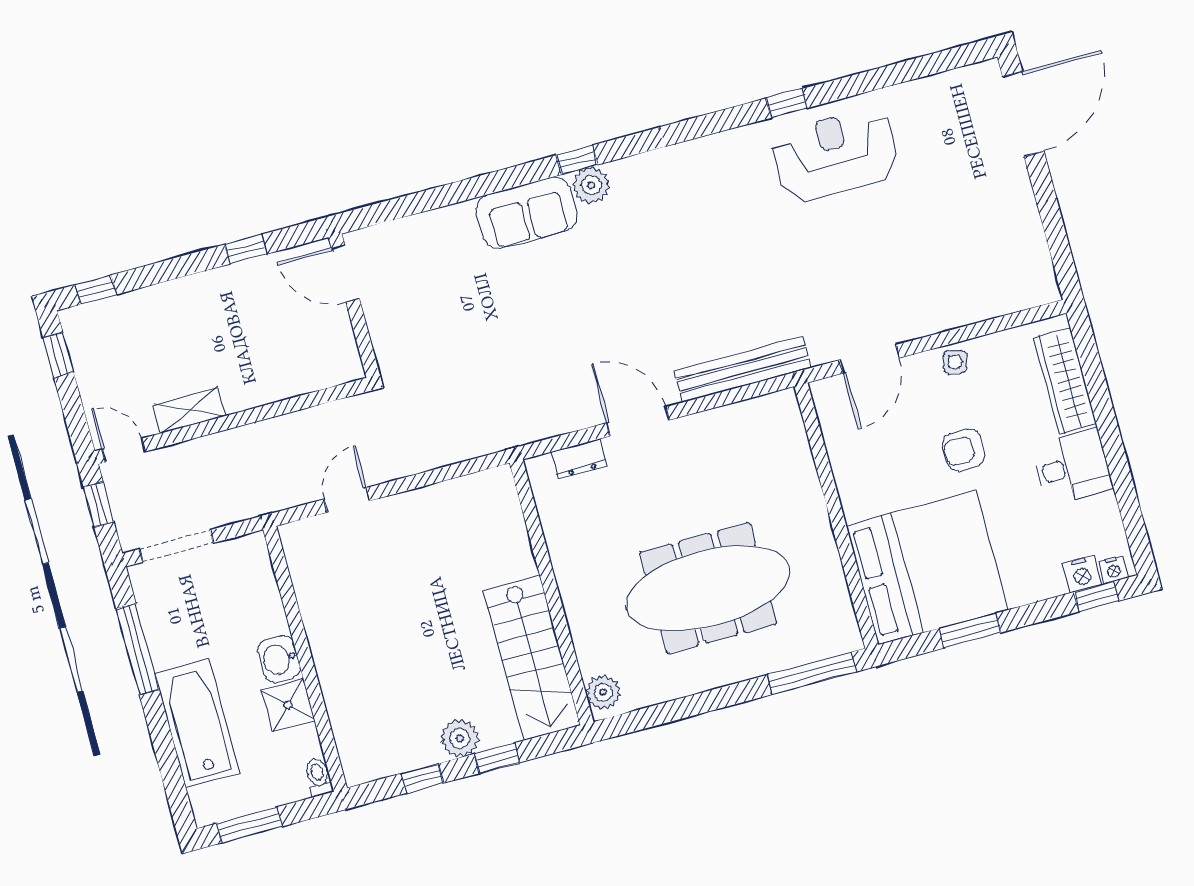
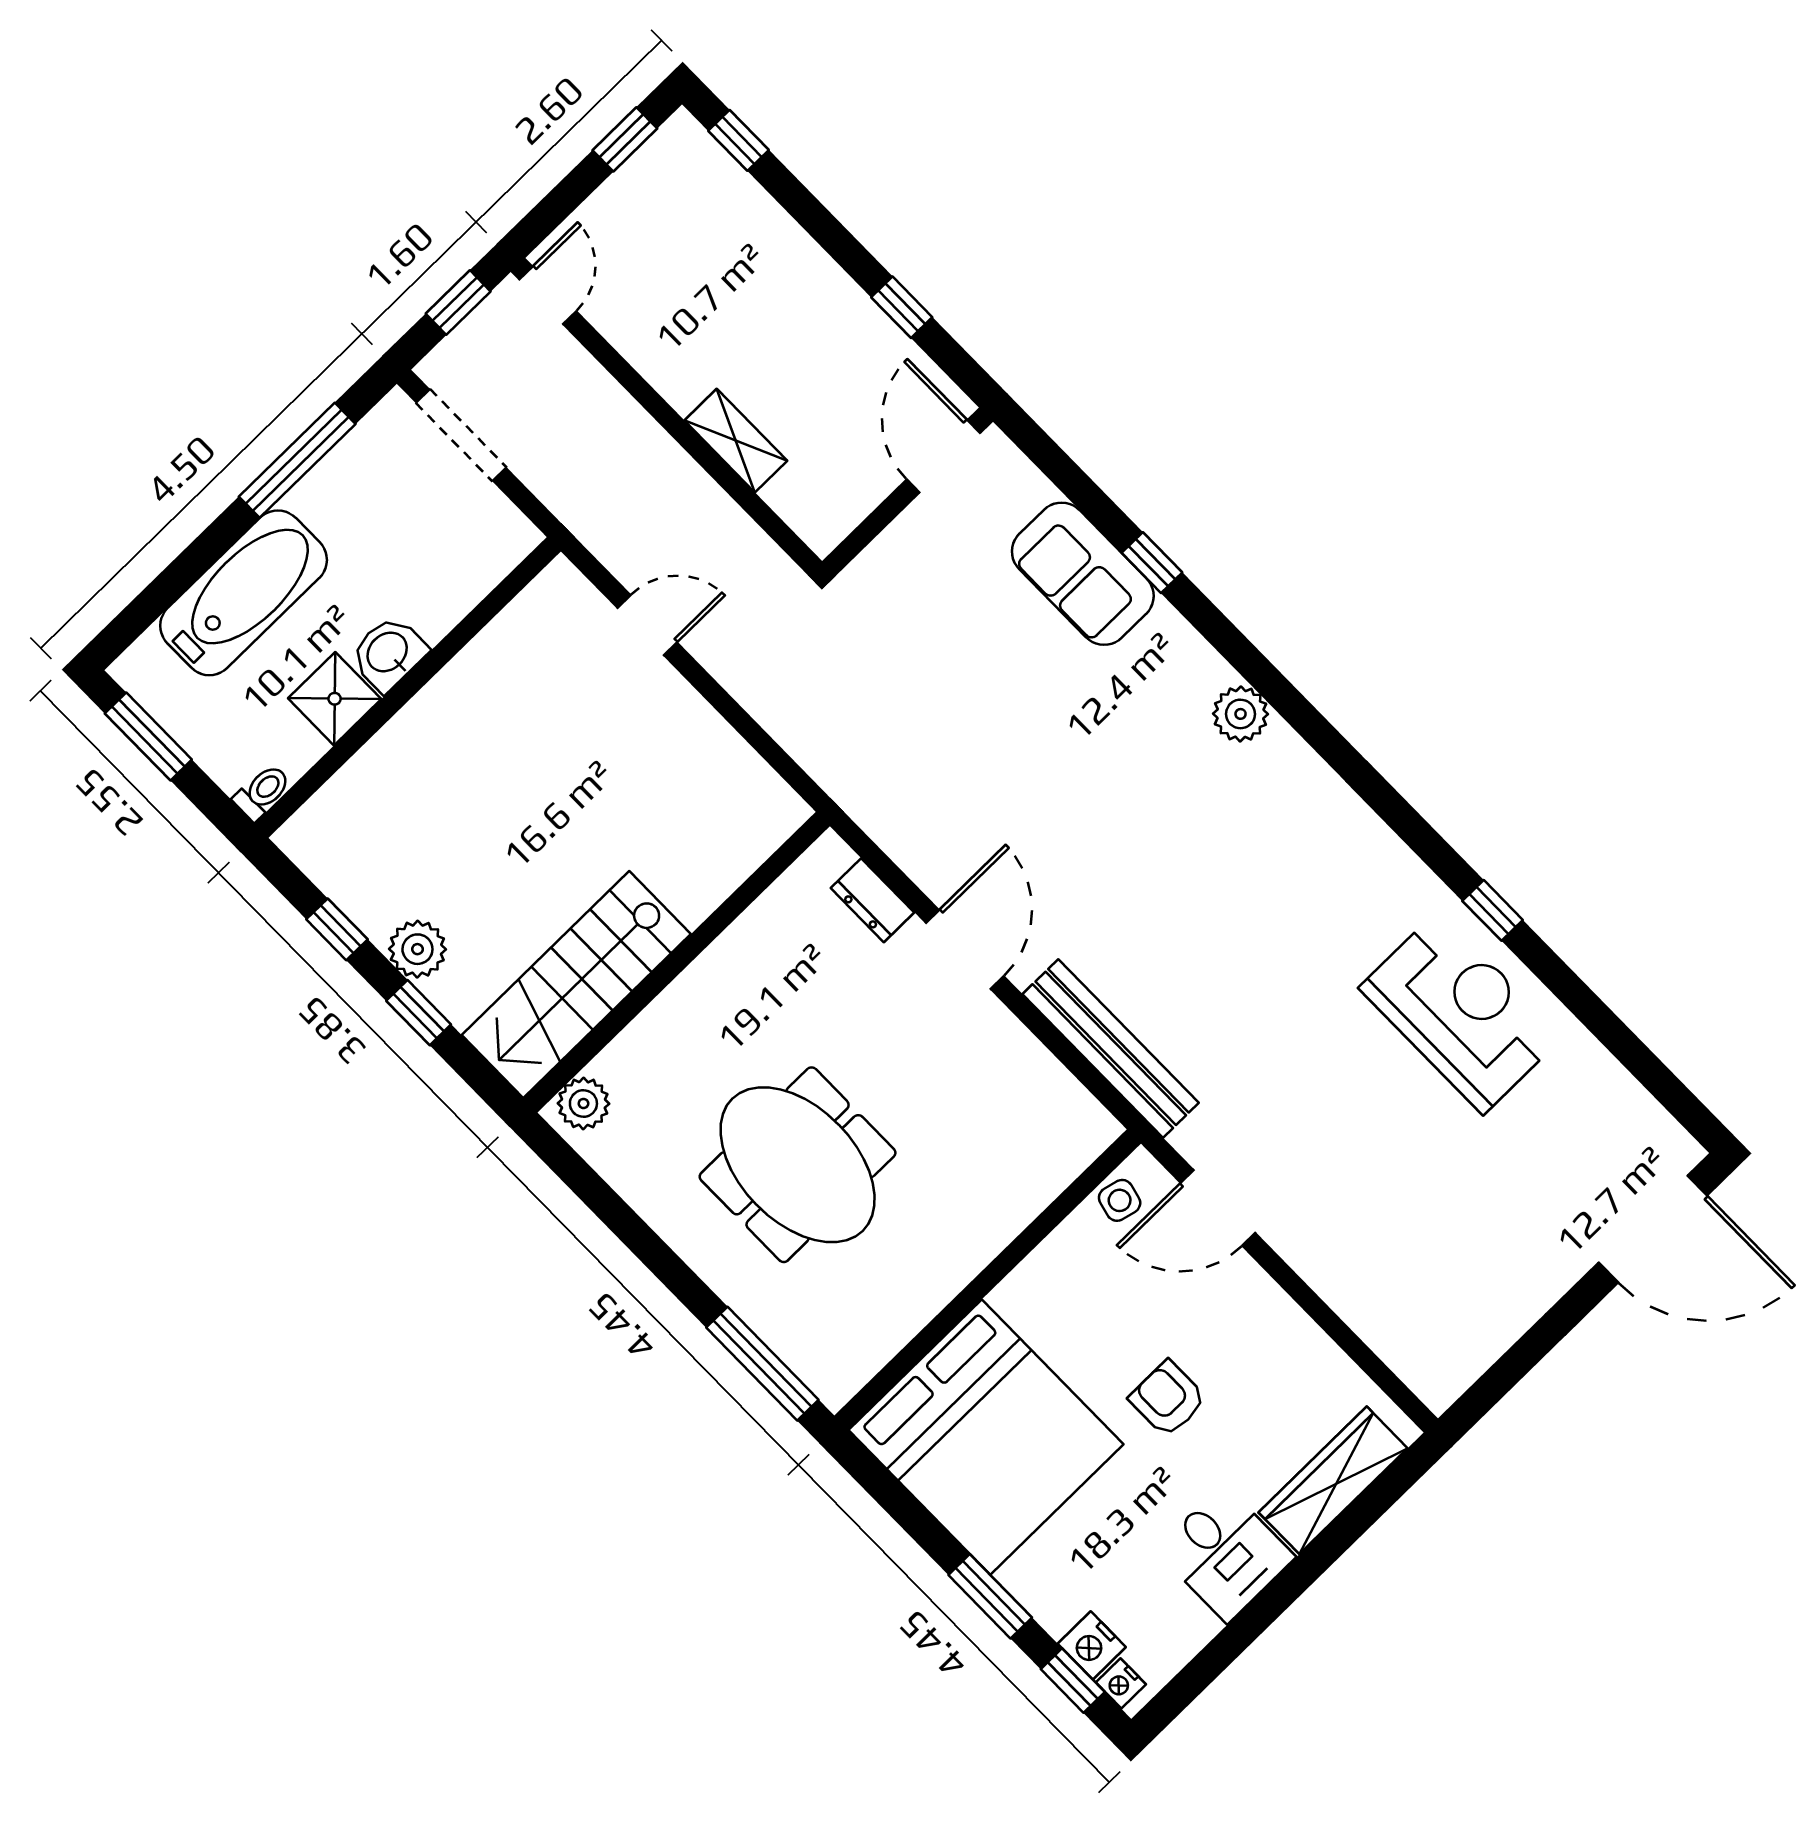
window: (577, 160) -> (1152, 563), moved
sofa: (527, 213) -> (1083, 574), moved
side table: (955, 362) -> (1120, 1200), moved
shelving: (189, 410) -> (736, 441), moved
meeting table: (708, 588) -> (798, 1165), width x0.73
window: (970, 631) -> (990, 1596), moved

